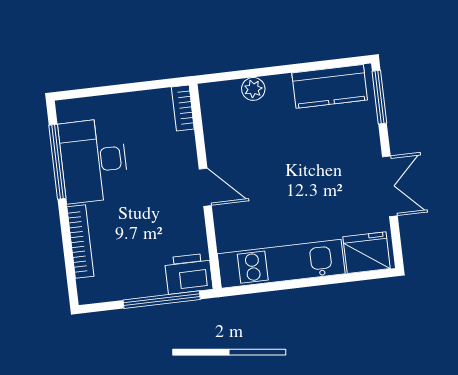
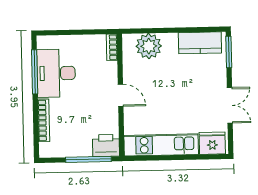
plant: (253, 89) -> (149, 46), width x1.87, depth x1.87

